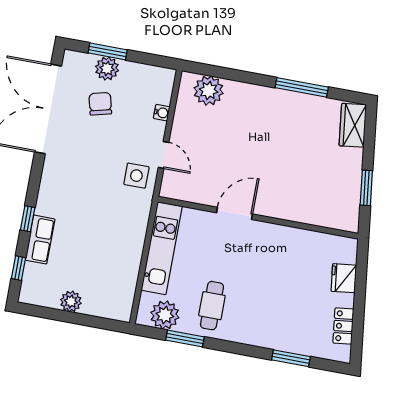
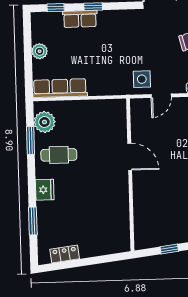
window: (366, 188) -> (169, 249), width x0.67
kitchen unit: (162, 248) -> (93, 109), removed
fridge: (344, 278) -> (45, 190), moved, turned 97
row of seats: (125, 285) -> (60, 88), added

